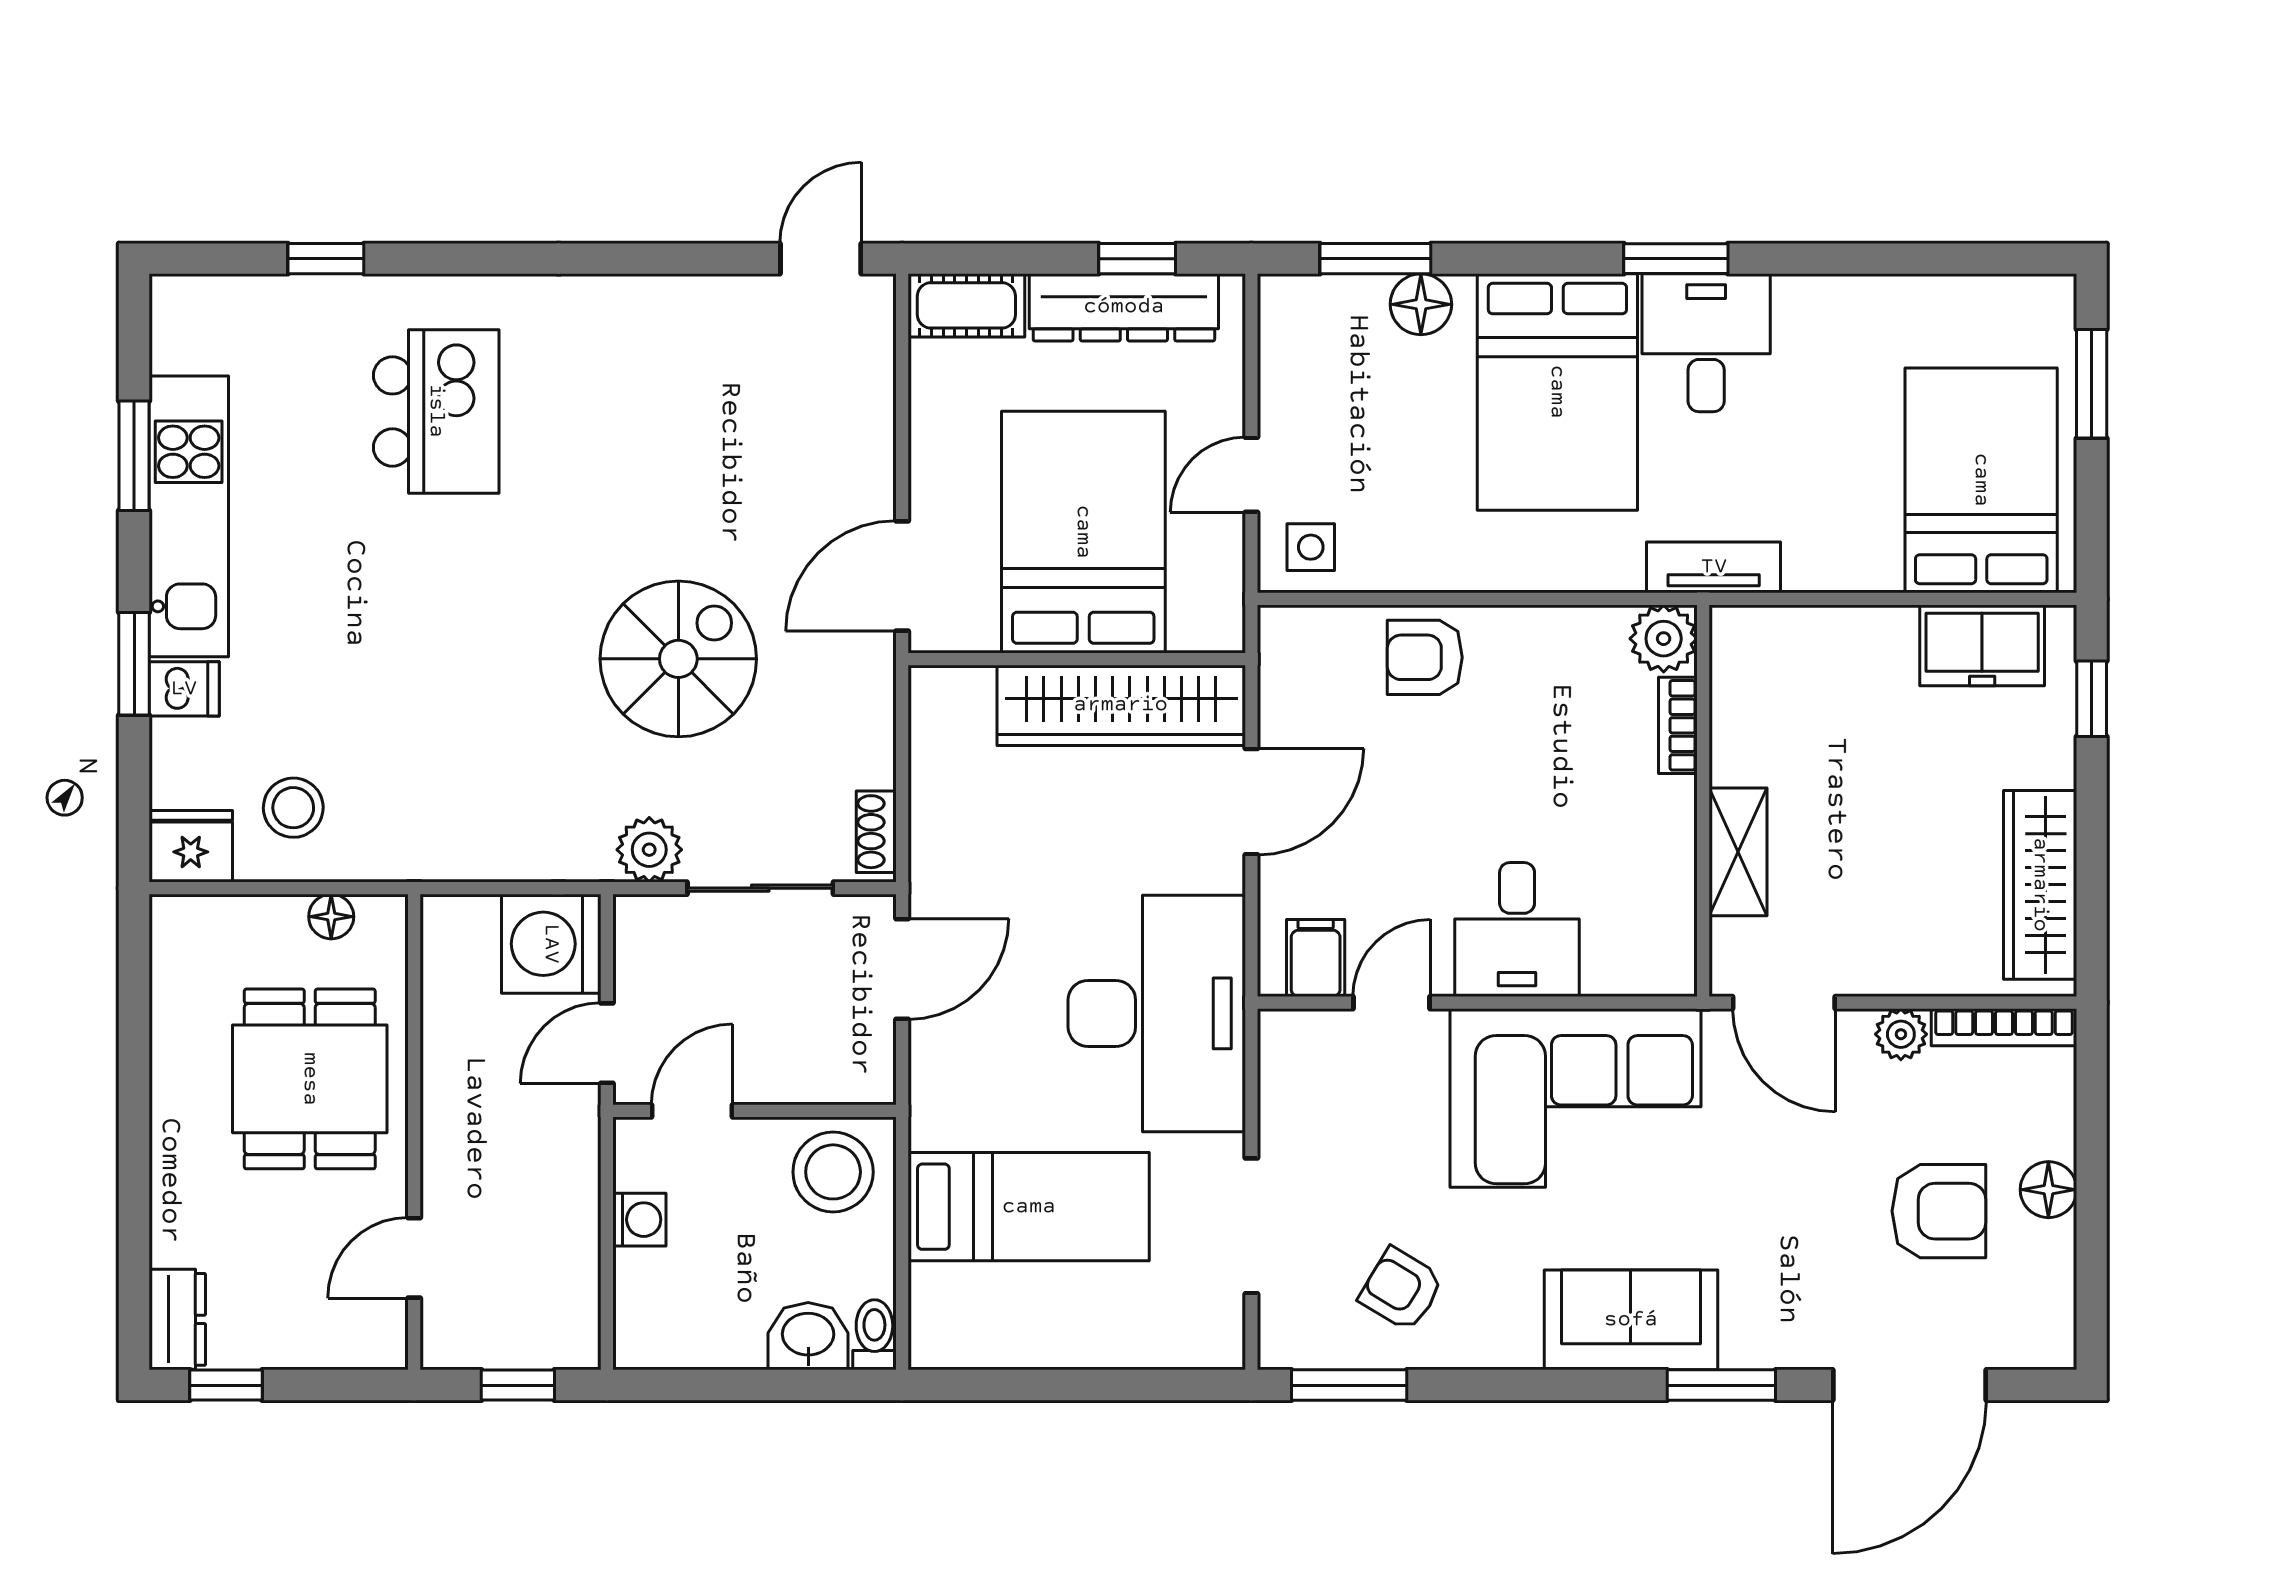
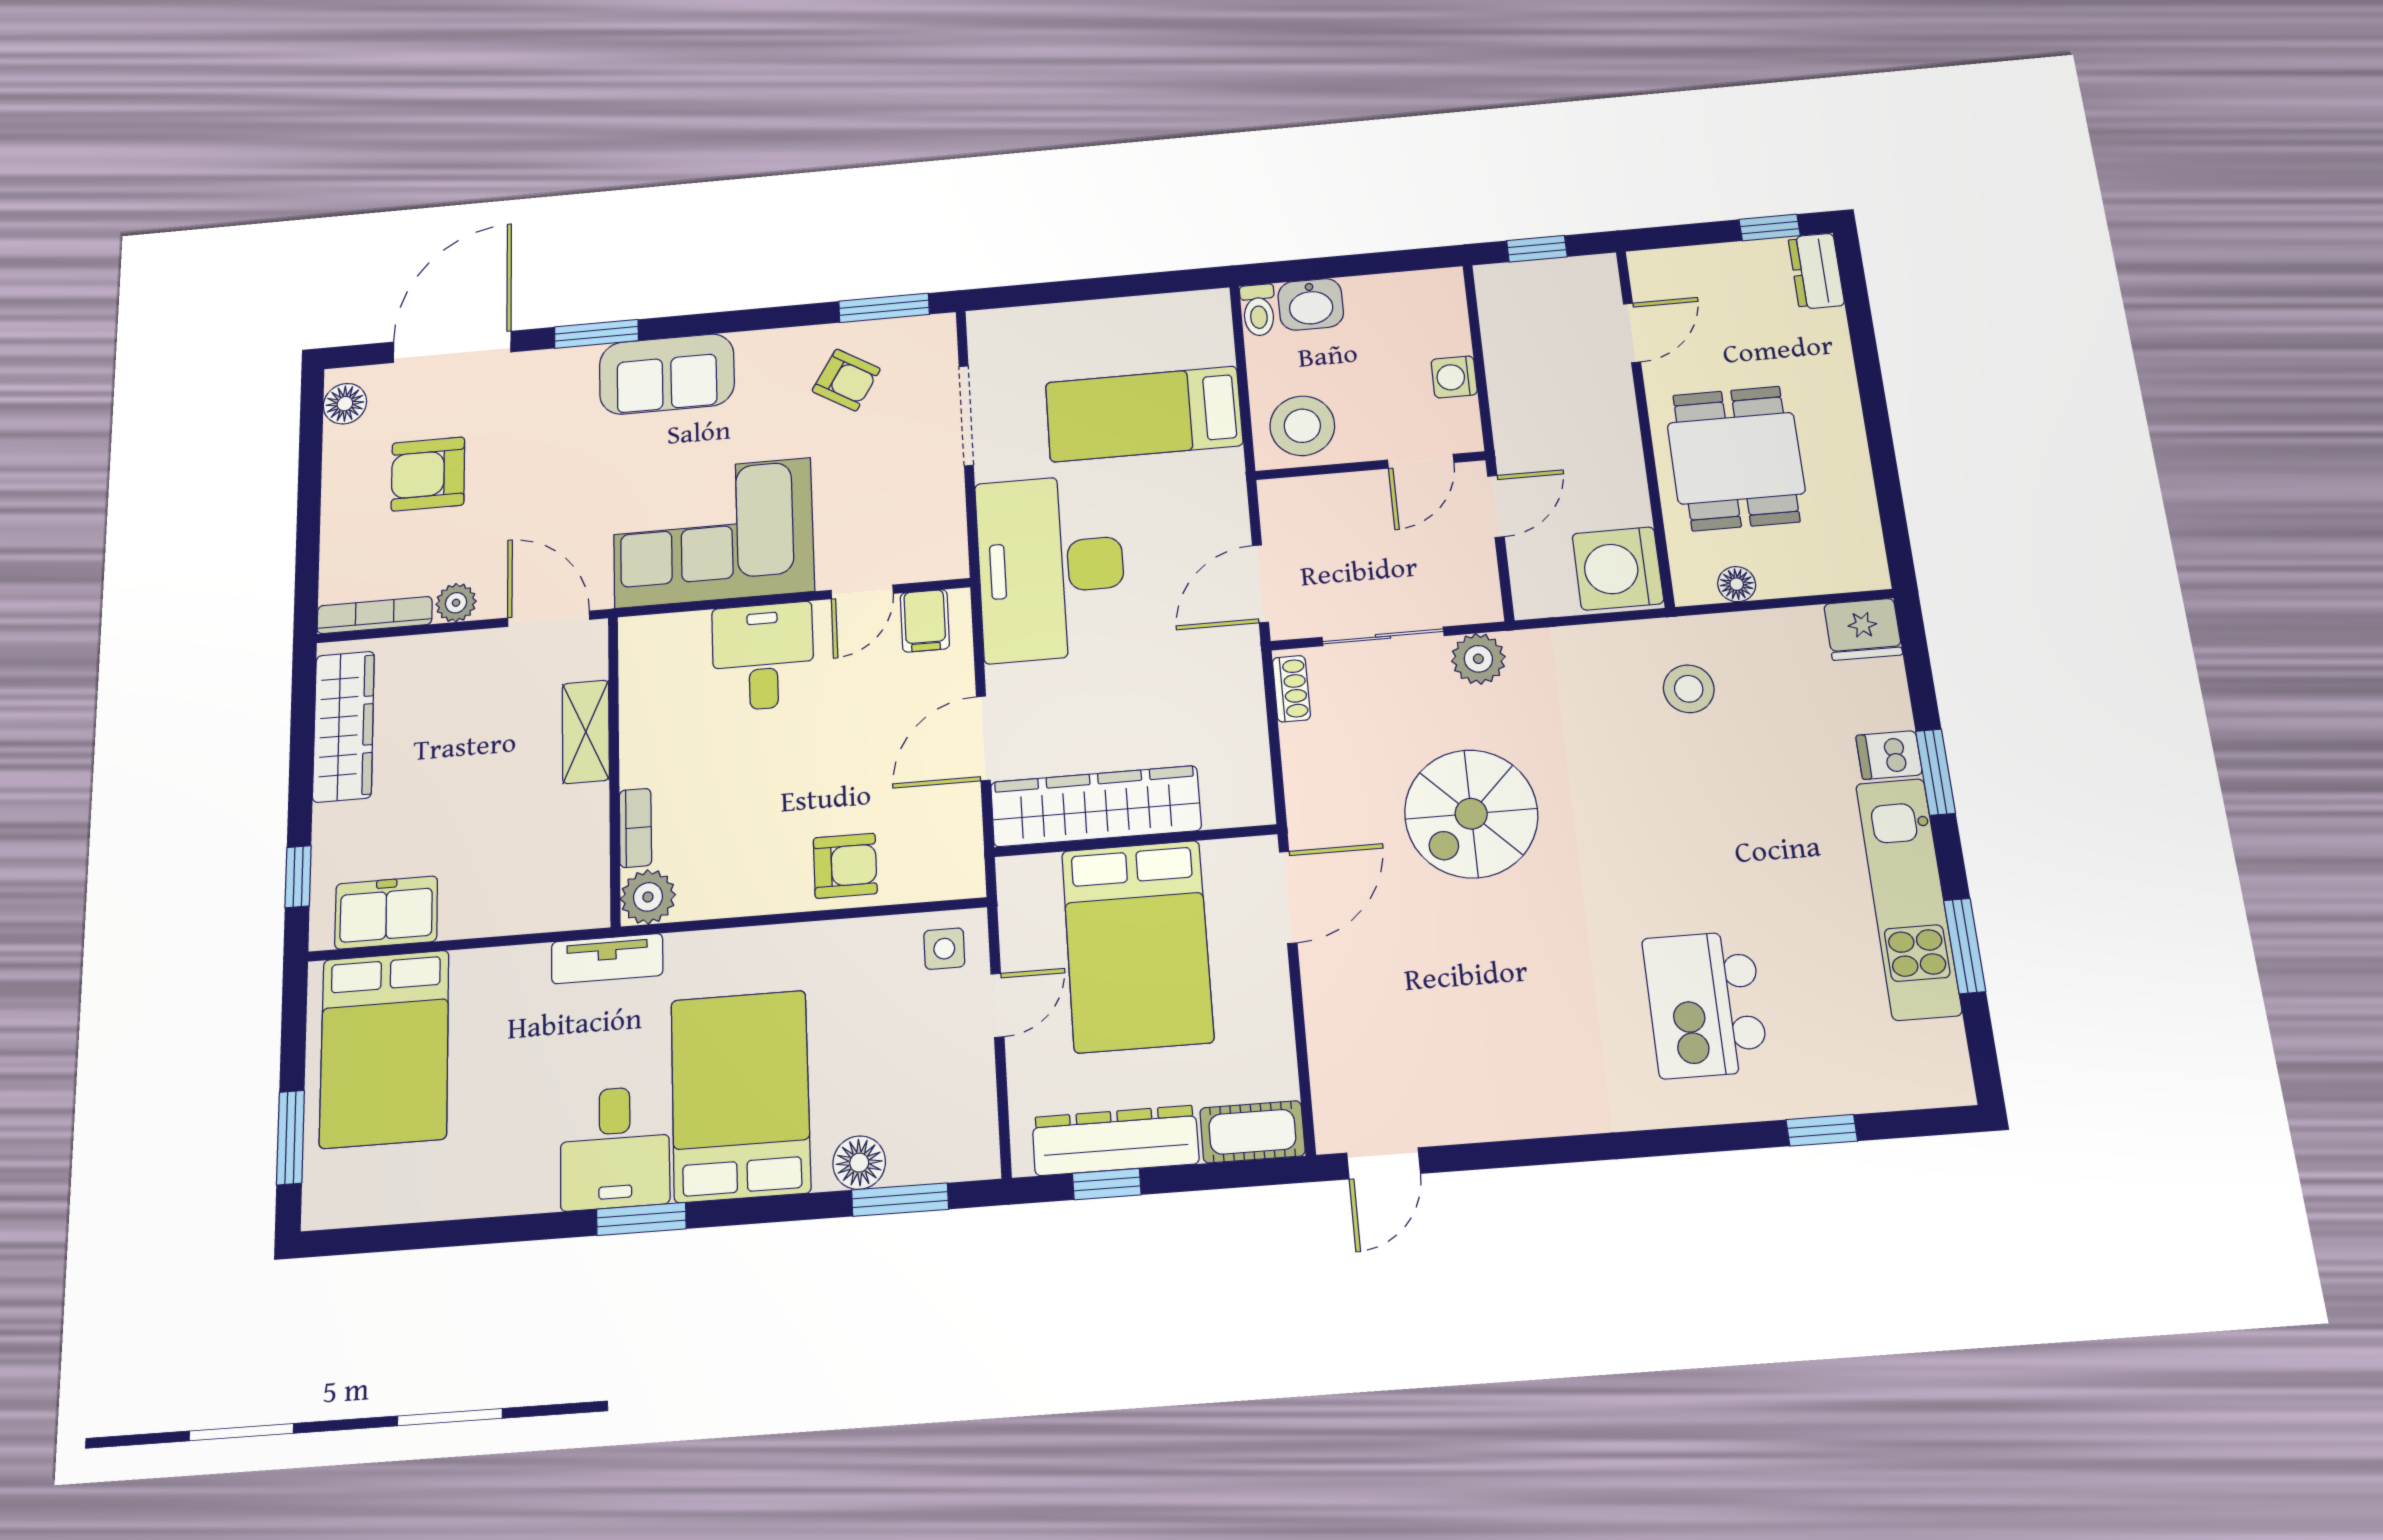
stool: (293, 808) -> (1689, 689), moved
washing machine: (551, 944) -> (1618, 568), moved, turned 180
floor lamp: (2048, 1190) -> (345, 404), moved

